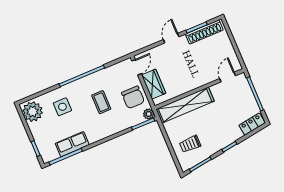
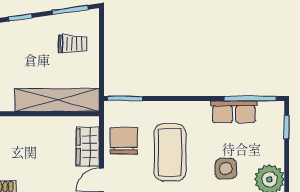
coffee table: (101, 102) -> (170, 152), width x1.86, depth x1.72
plant: (149, 114) -> (112, 109), removed

